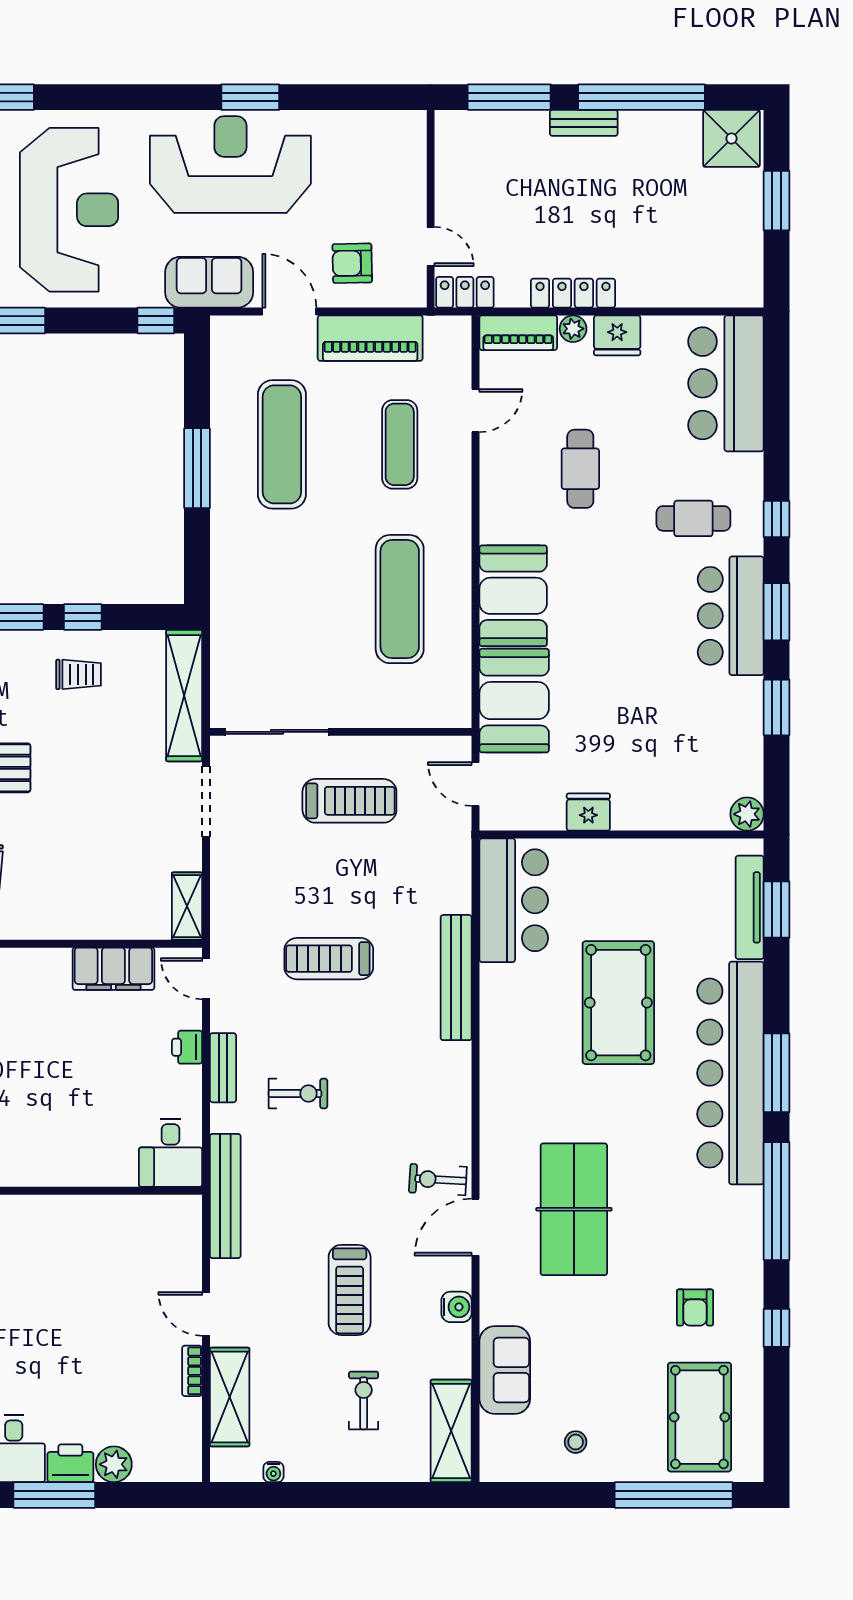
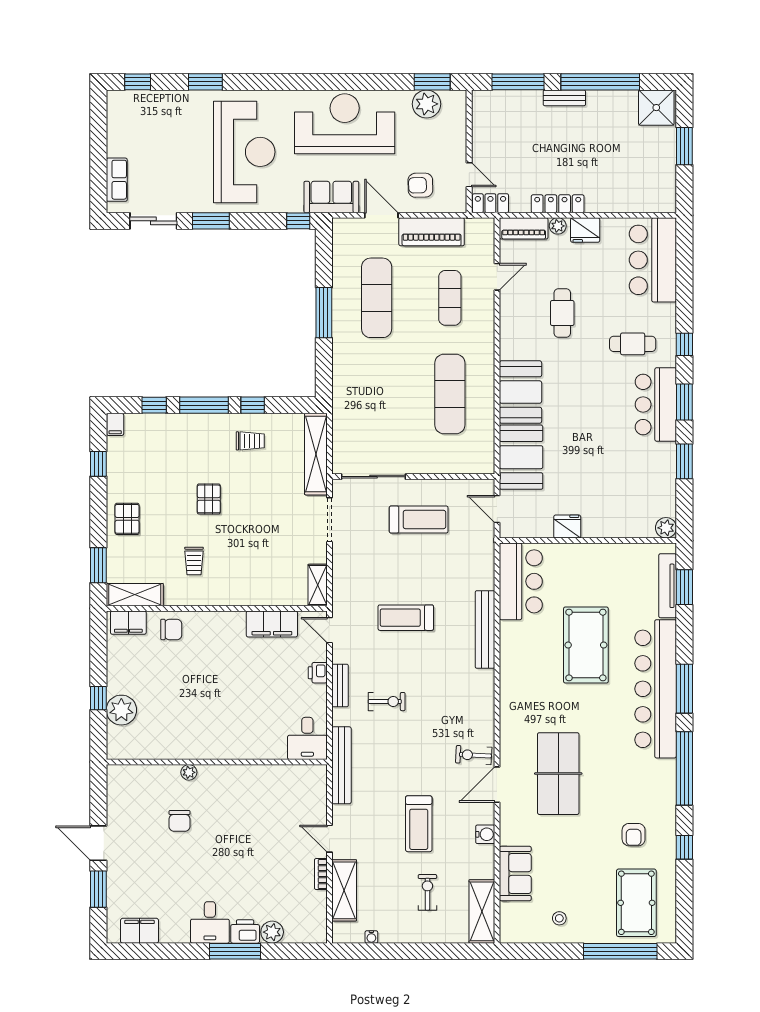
window: (250, 97) -> (432, 82), moved
plant: (362, 133) -> (426, 104), added

